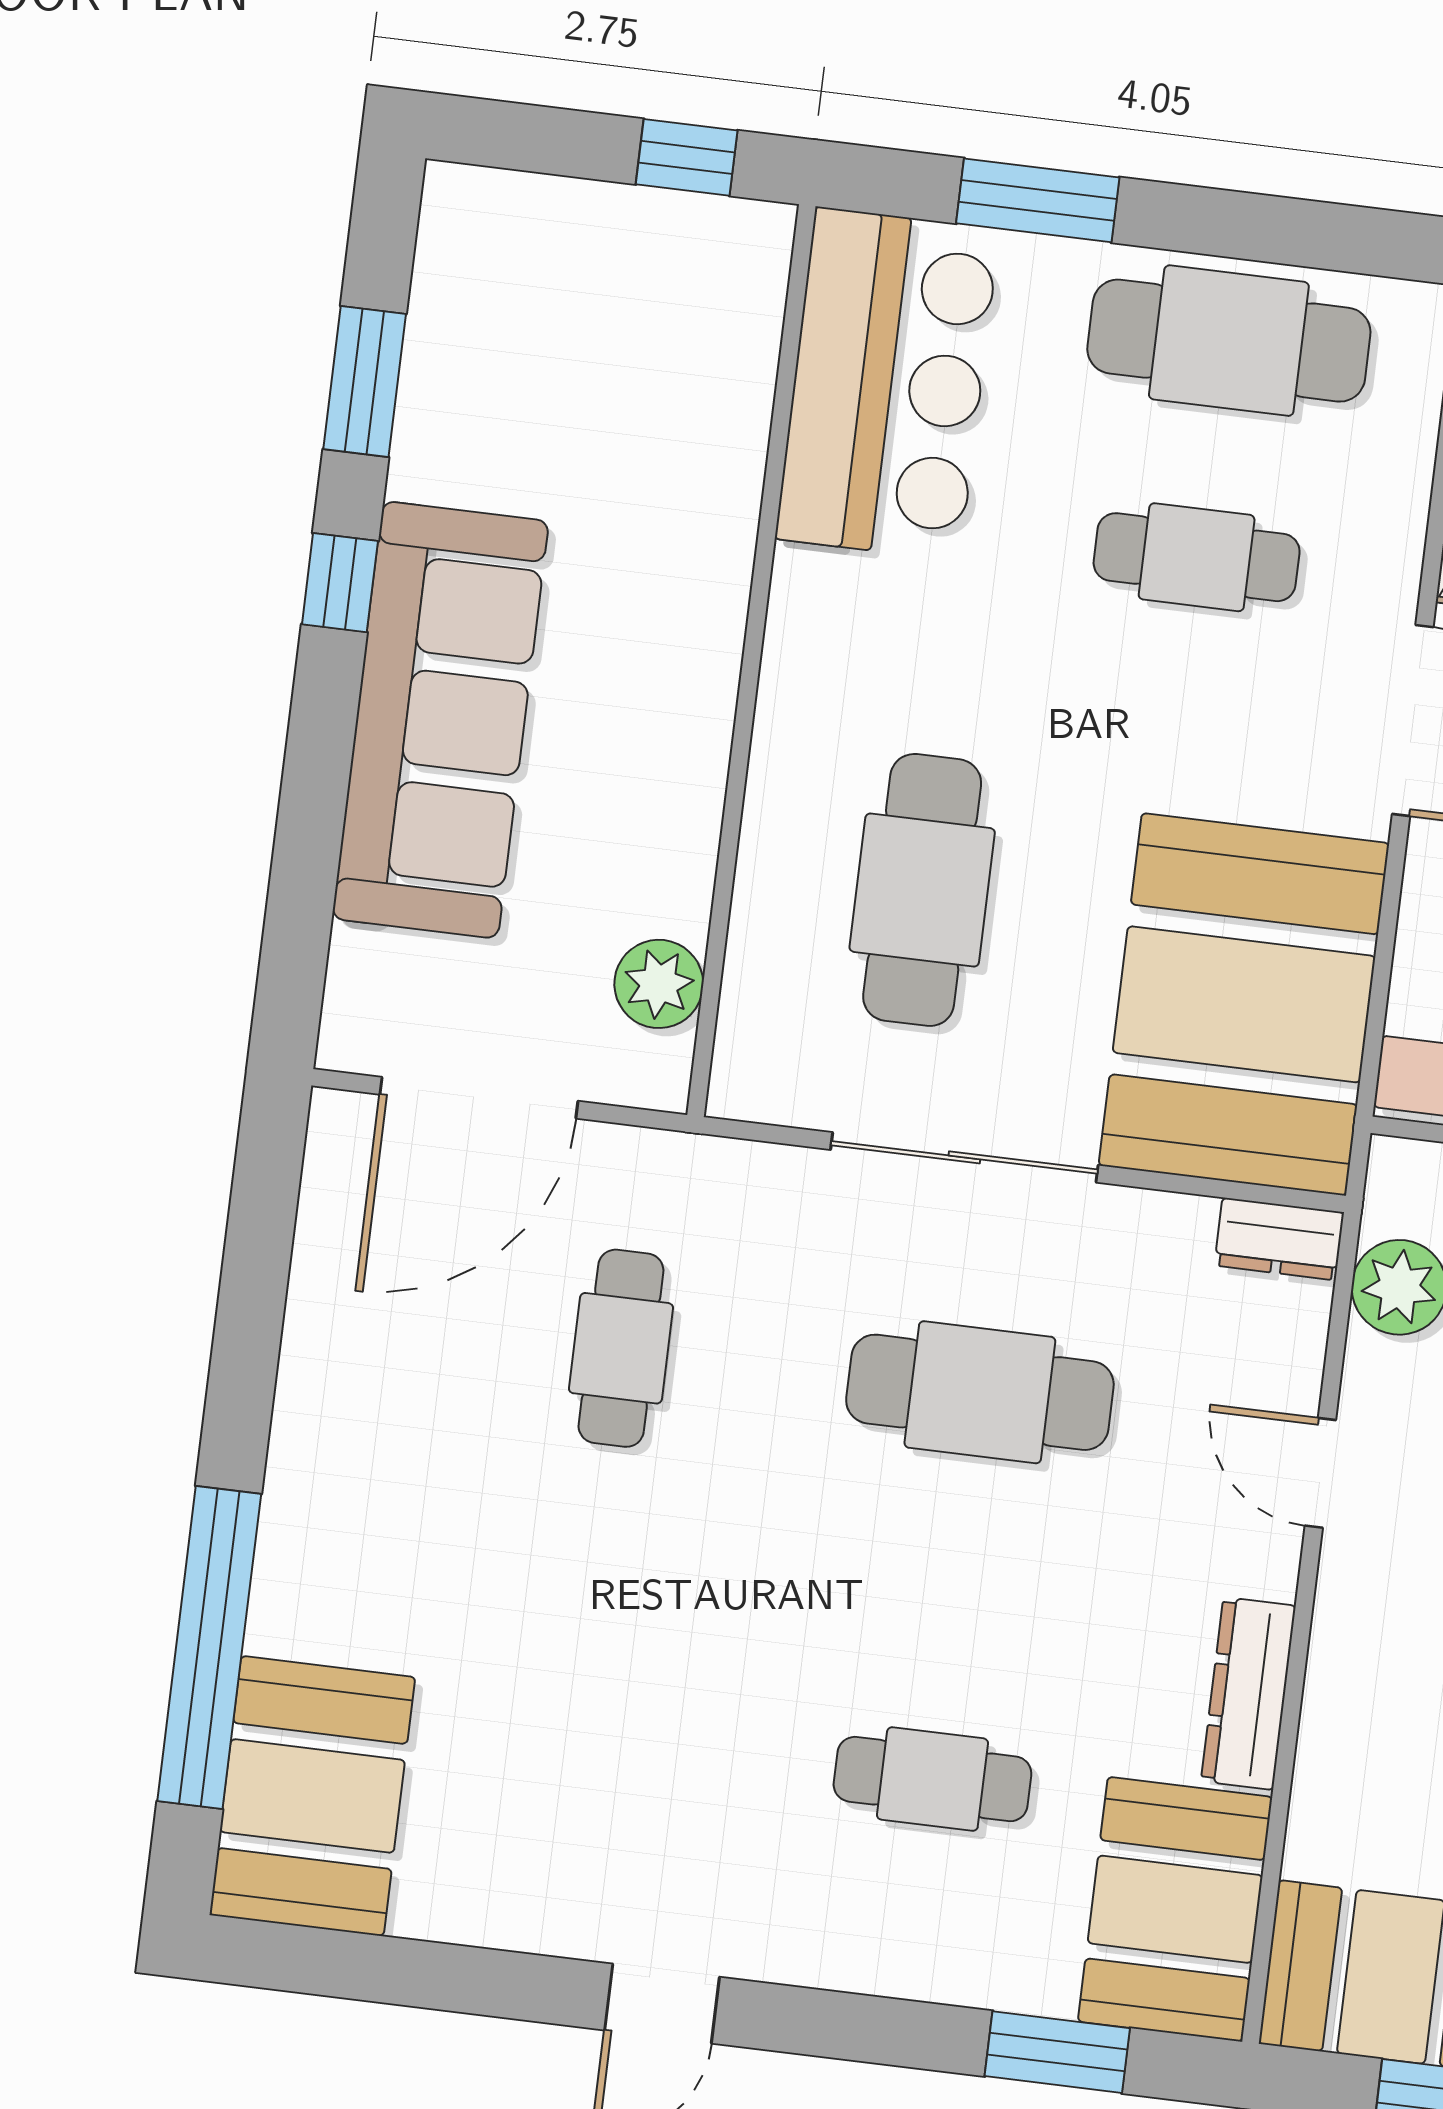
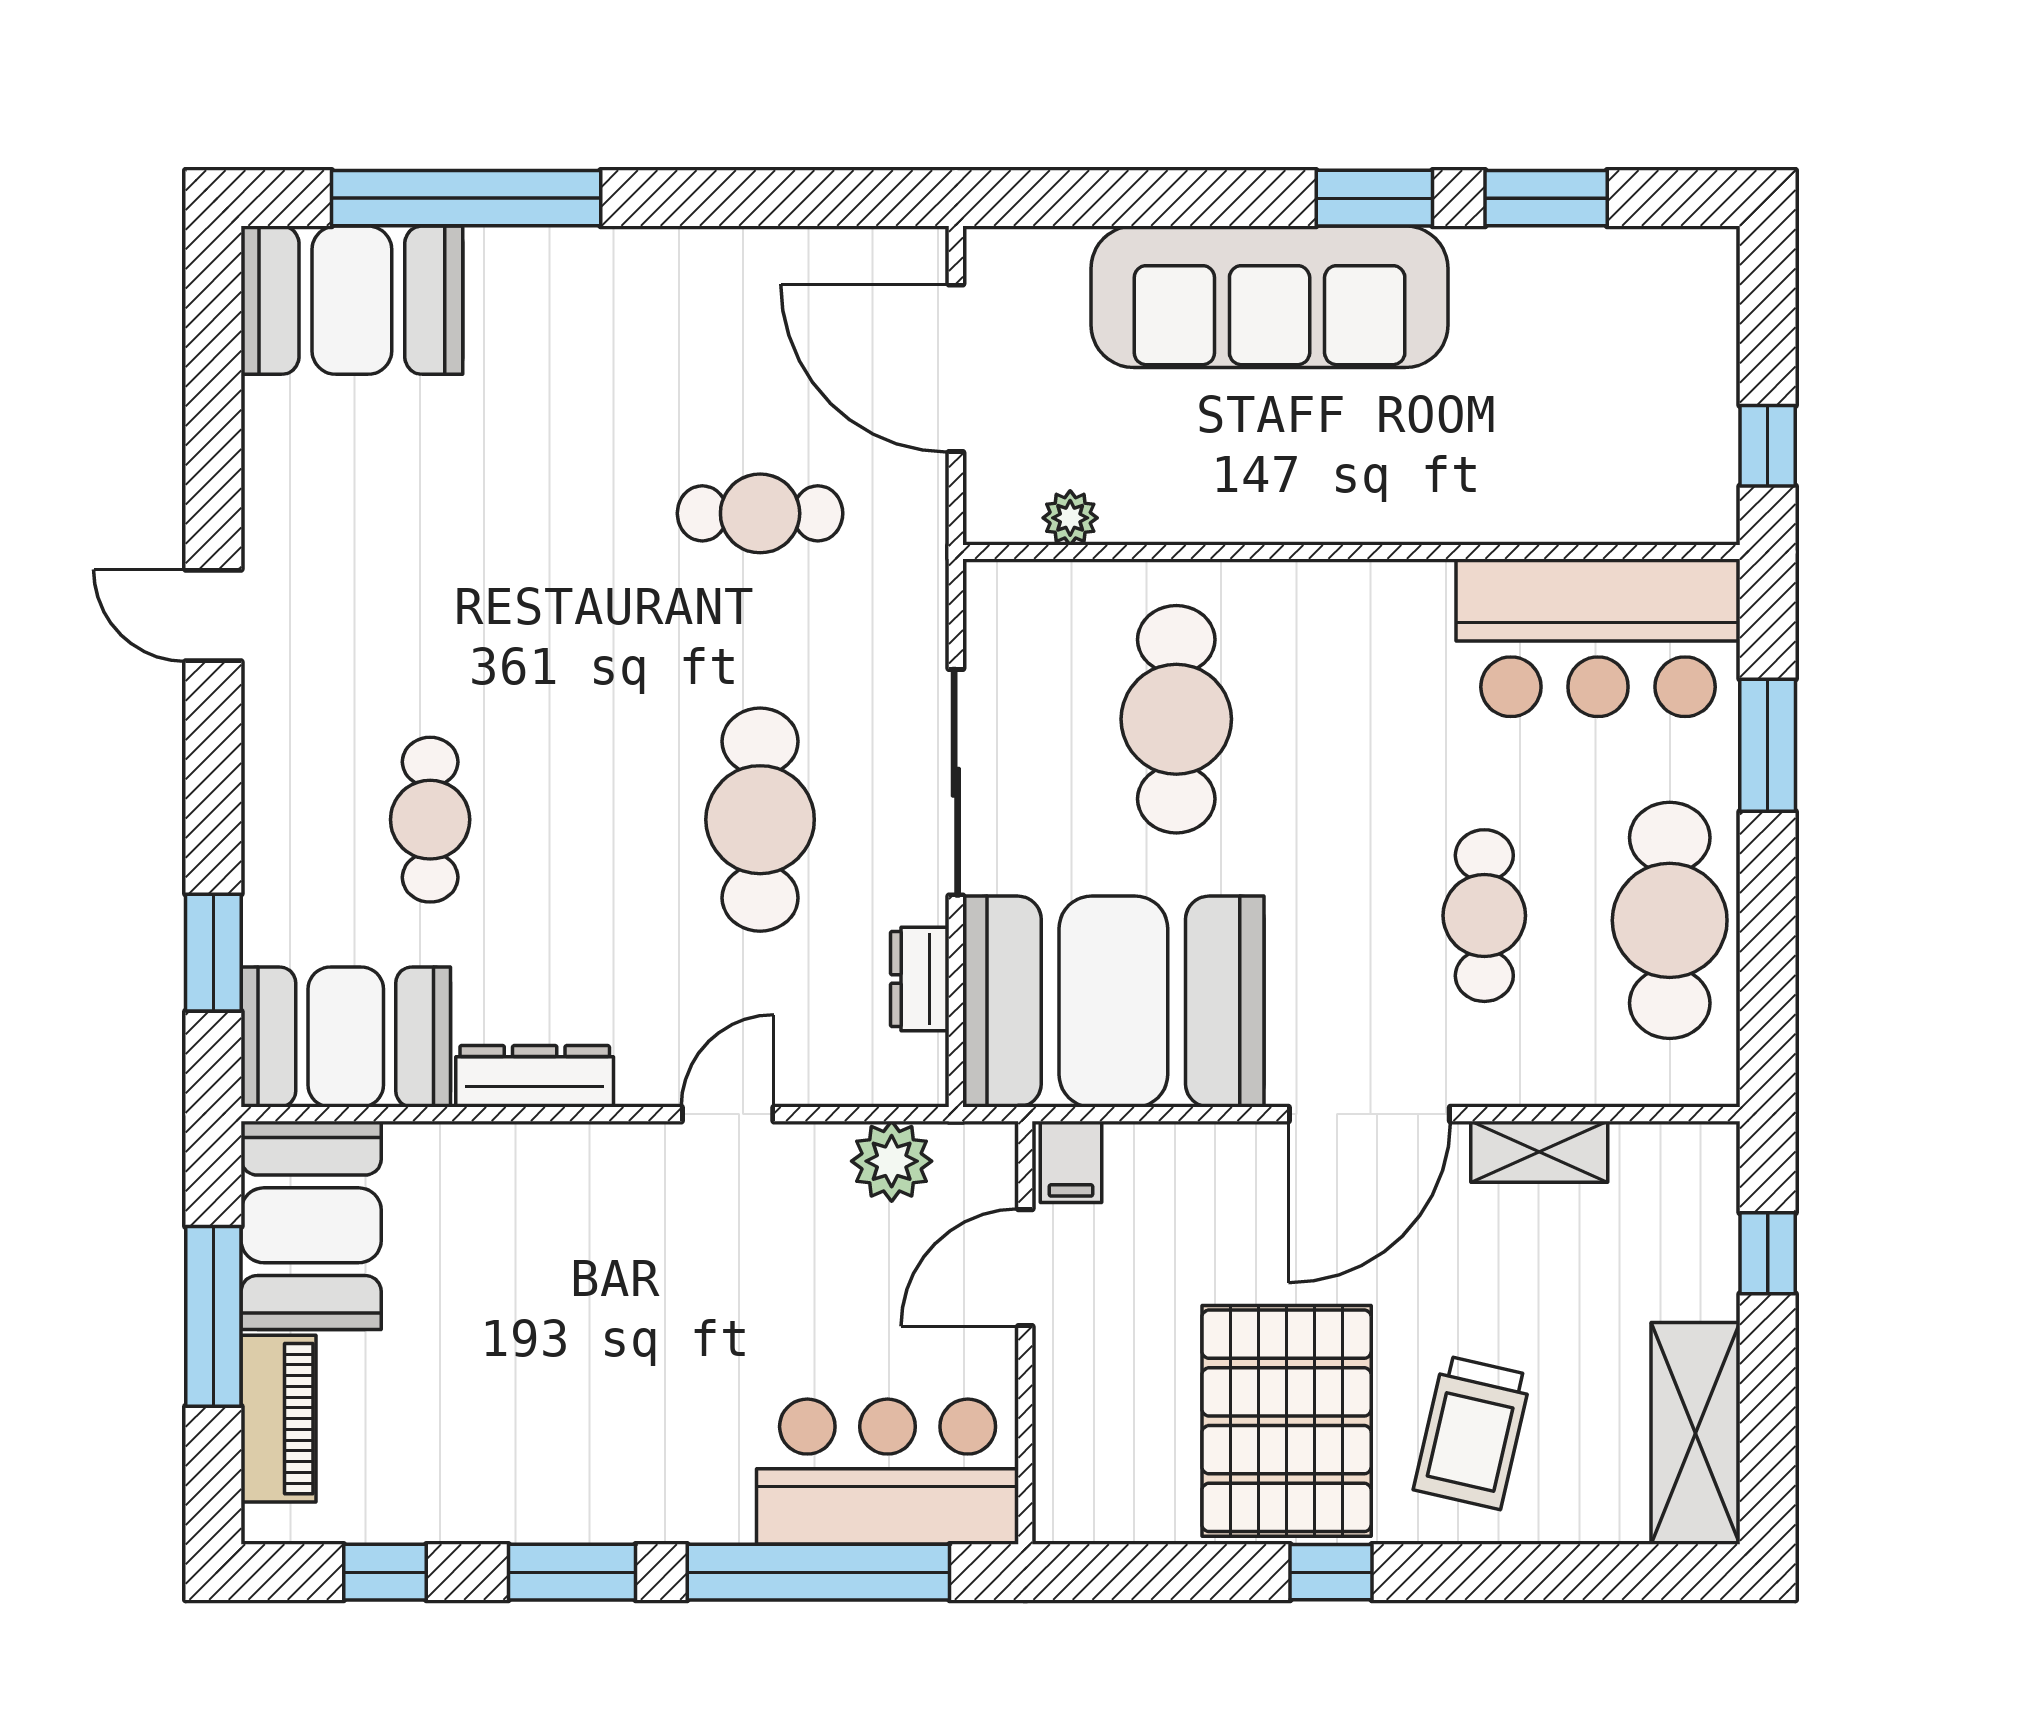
window: (340, 583) -> (1374, 198), width x1.50
cafe table: (922, 890) -> (1176, 719), turned 90
plant: (659, 984) -> (1070, 518), width x0.73, depth x0.73
dresser: (1279, 1239) -> (920, 979), moved

